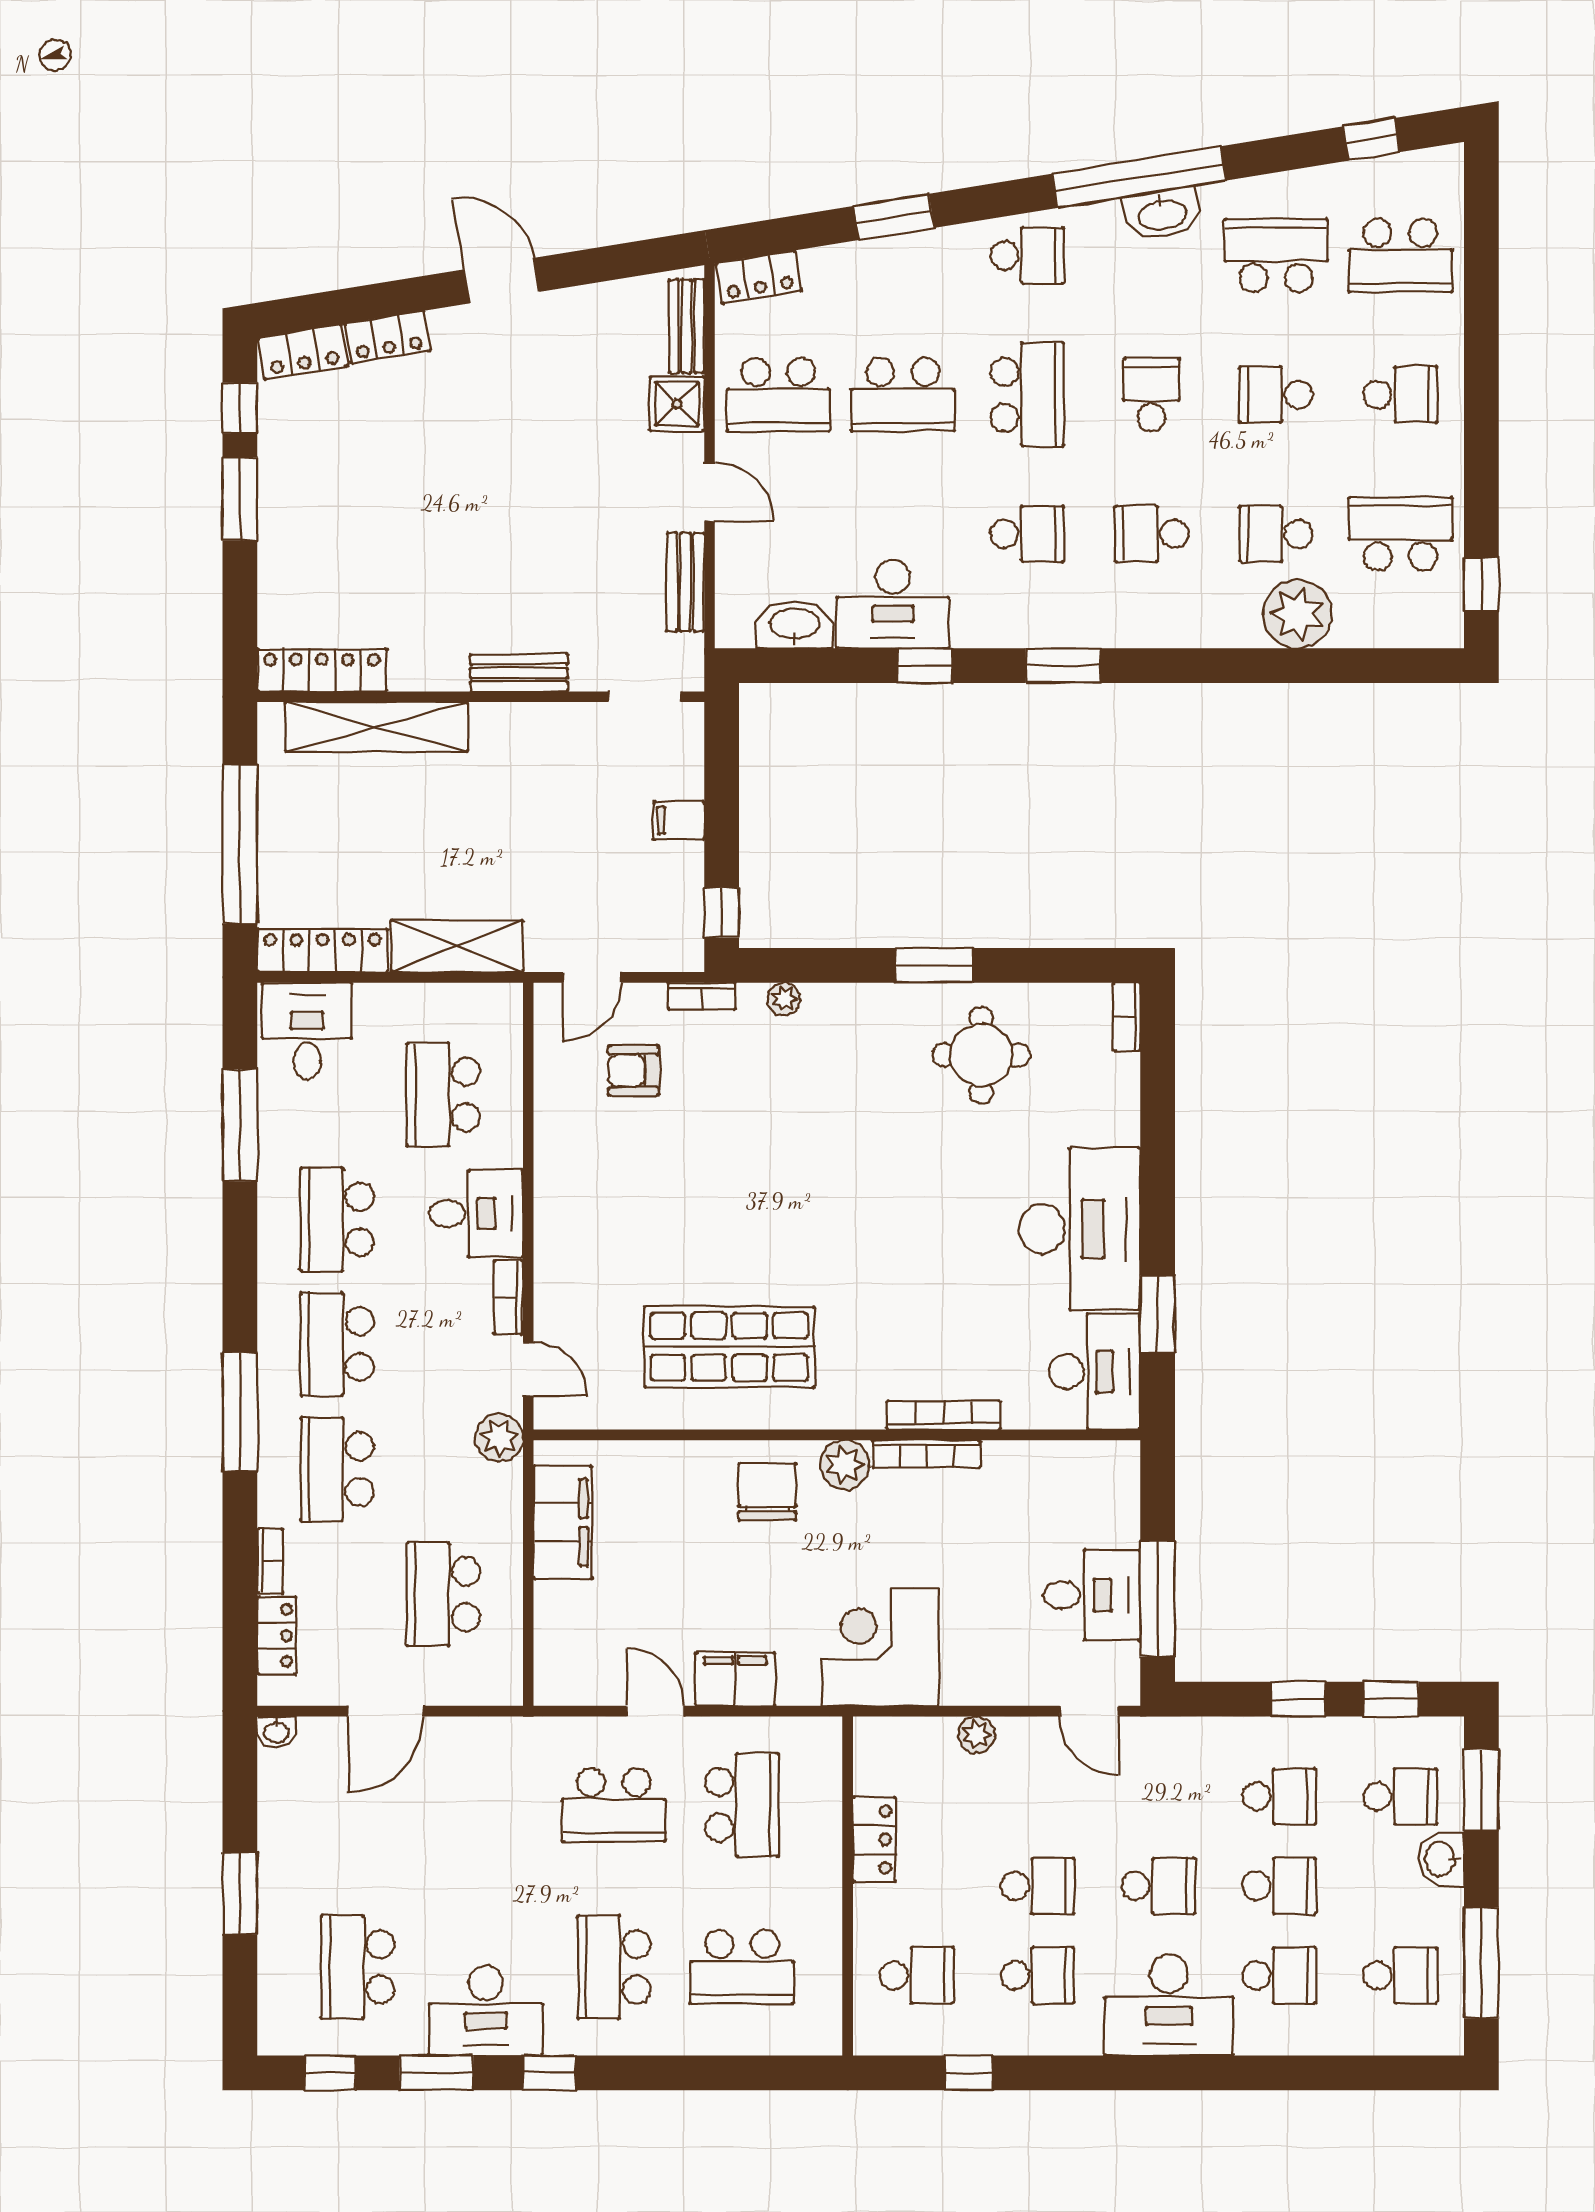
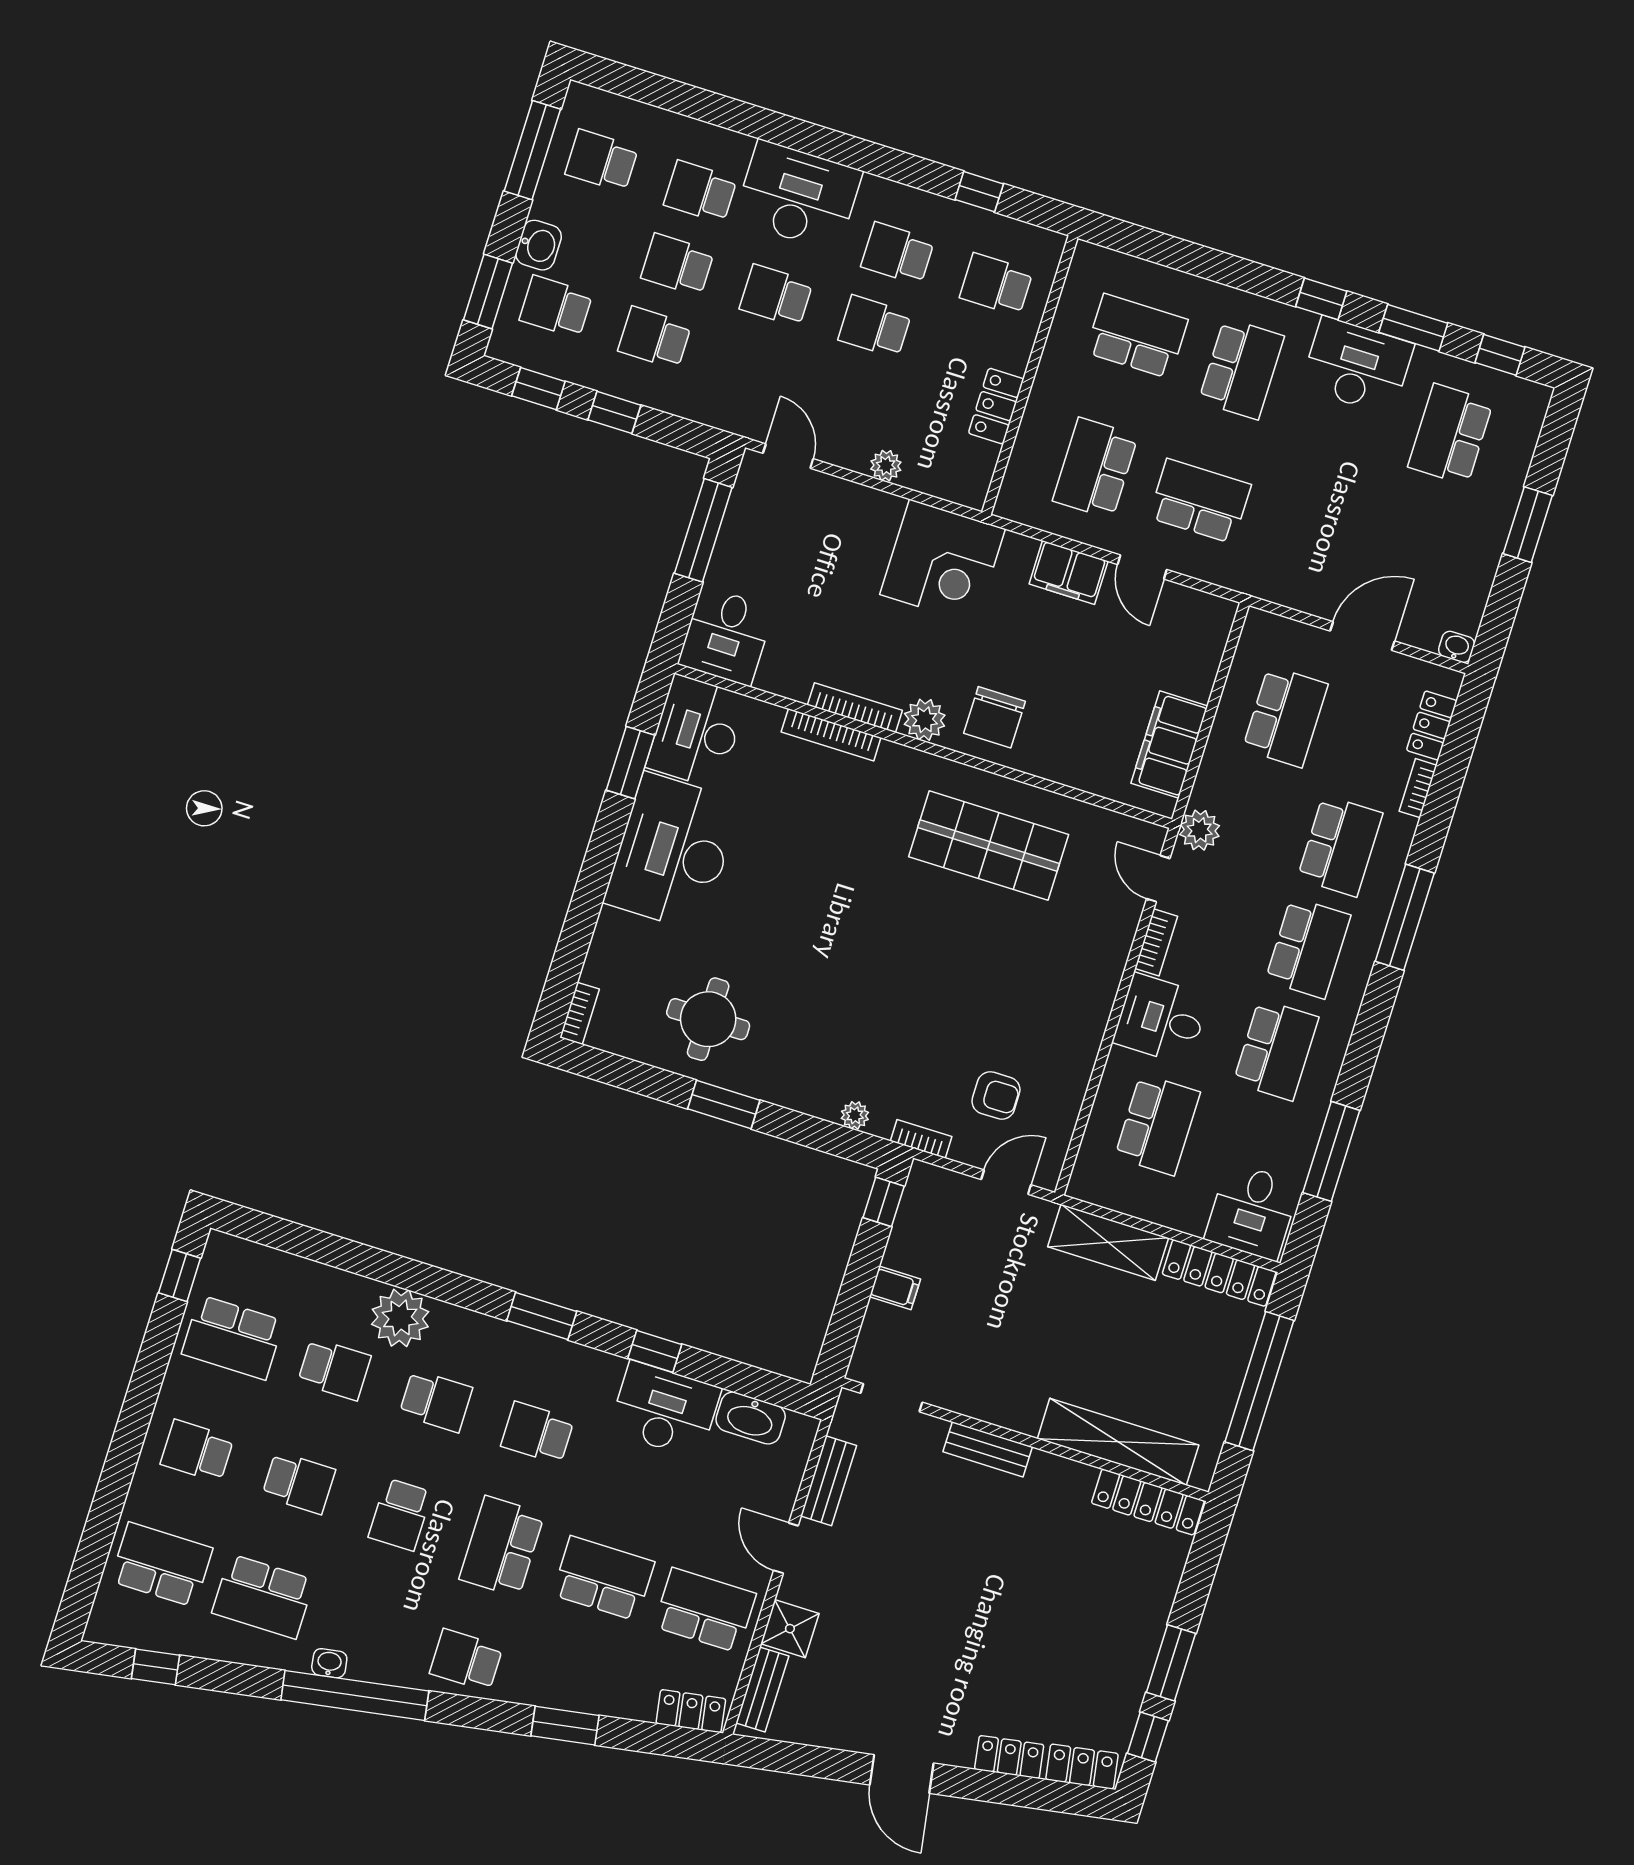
washbasin: (1162, 214) -> (329, 1663), width x0.52, depth x0.69
plant: (1297, 614) -> (400, 1318), moved
desk: (1092, 1595) -> (726, 636), moved, turned -90
school desk: (358, 1967) -> (1450, 434), turned 180

